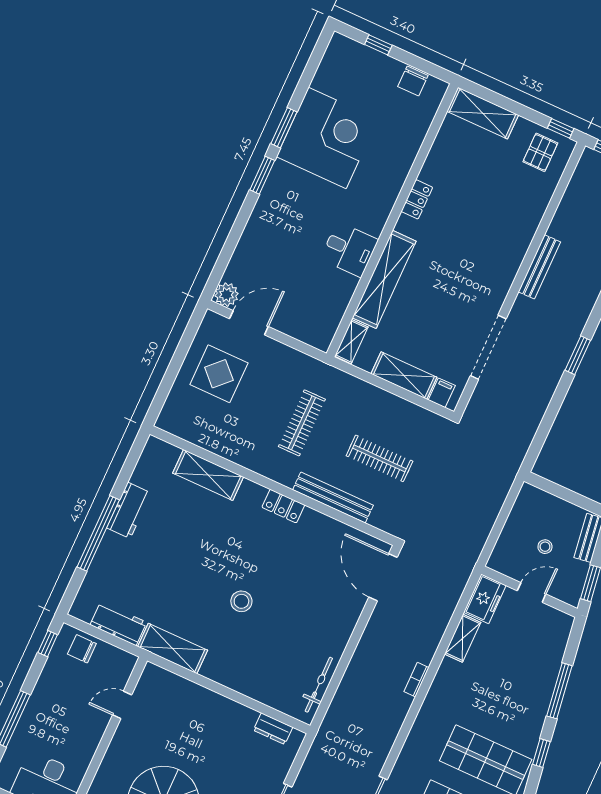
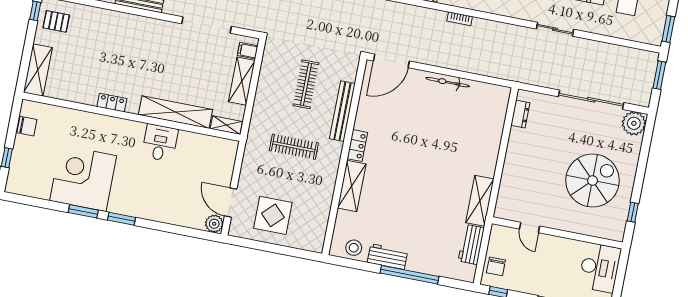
shelving: (208, 475) -> (352, 186), moved
stool: (241, 601) -> (354, 248), moved
bicycle: (319, 685) -> (448, 82), moved

